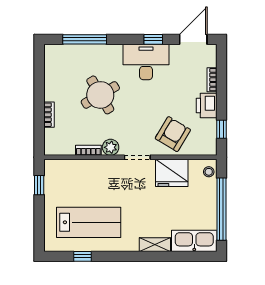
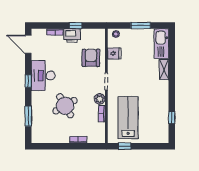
window: (85, 39) -> (28, 116), width x0.69
window: (153, 39) -> (28, 81), moved
window: (221, 129) -> (76, 26), moved
armchair: (173, 134) -> (91, 58), turned 59
fridge: (172, 173) -> (114, 53), width x0.53, depth x0.75
window: (221, 209) -> (141, 26), width x0.47
lab bench: (89, 222) -> (128, 118), moved

